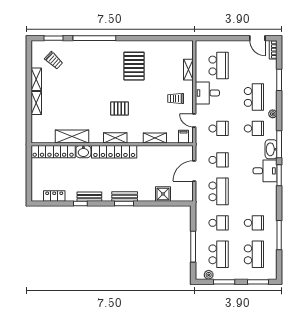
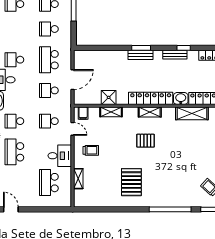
shower: (163, 194) -> (109, 97), moved
school desk: (254, 223) -> (14, 60), moved

